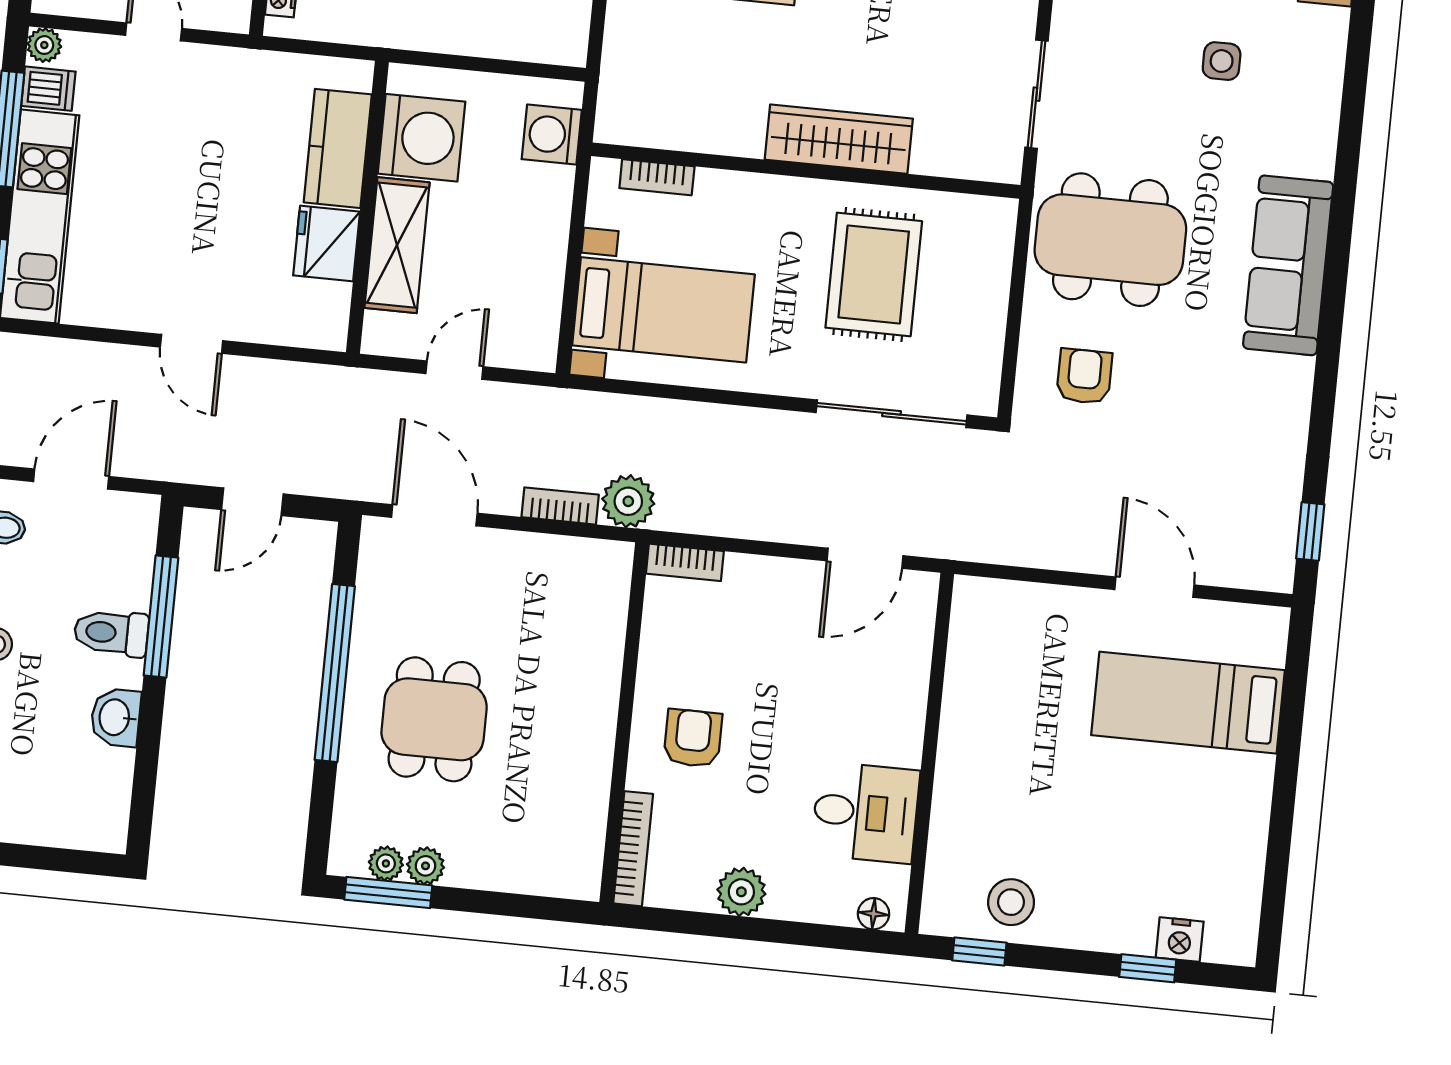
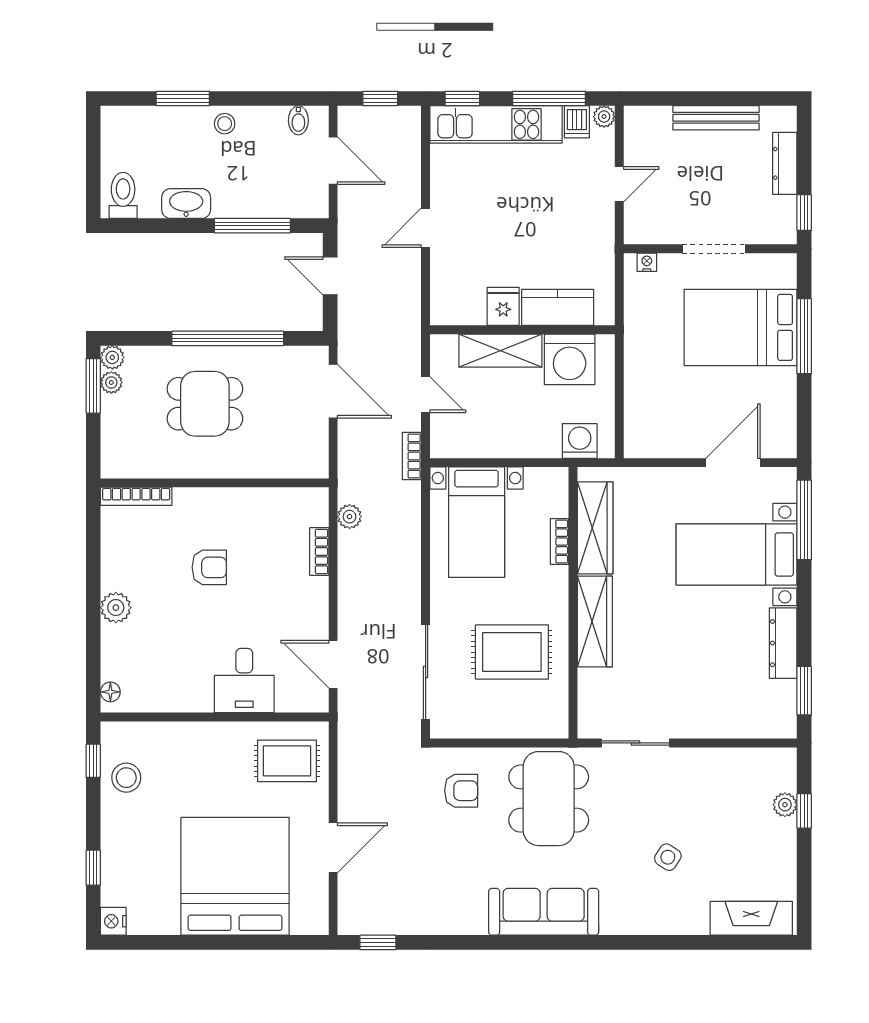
side table: (1222, 61) -> (668, 857), turned 33
wardrobe: (691, 124) -> (595, 528), added
bookcase: (657, 177) -> (559, 541), moved
fridge: (327, 244) -> (503, 306), width x0.72
plant: (628, 501) -> (350, 517), width x0.73, depth x0.73
bookcase: (560, 506) -> (412, 456), moved, turned 180
door: (434, 515) -> (333, 391), hinge flipped
toilet: (111, 633) -> (123, 195), moved
rug: (1010, 646) -> (287, 761), added
bed: (1188, 703) -> (235, 876), width x2.04
washbasin: (116, 717) -> (186, 204), width x1.38
wall: (624, 723) -> (215, 483), moved
desk: (865, 812) -> (244, 681), moved
bookcase: (633, 849) -> (136, 496), moved
plant: (425, 866) -> (112, 357), moved
nightstand: (1180, 940) -> (113, 921), moved

